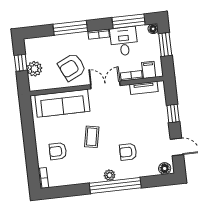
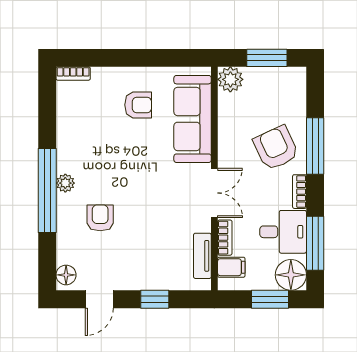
floor lamp: (153, 29) -> (291, 275), width x1.89, depth x1.89
window: (21, 63) -> (267, 58), width x1.50
armchair: (72, 67) -> (276, 148), moved
plant: (34, 69) -> (230, 79), moved
coffee table: (92, 137) -> (132, 161), removed
armchair: (58, 151) -> (138, 105), moved, turned 90

